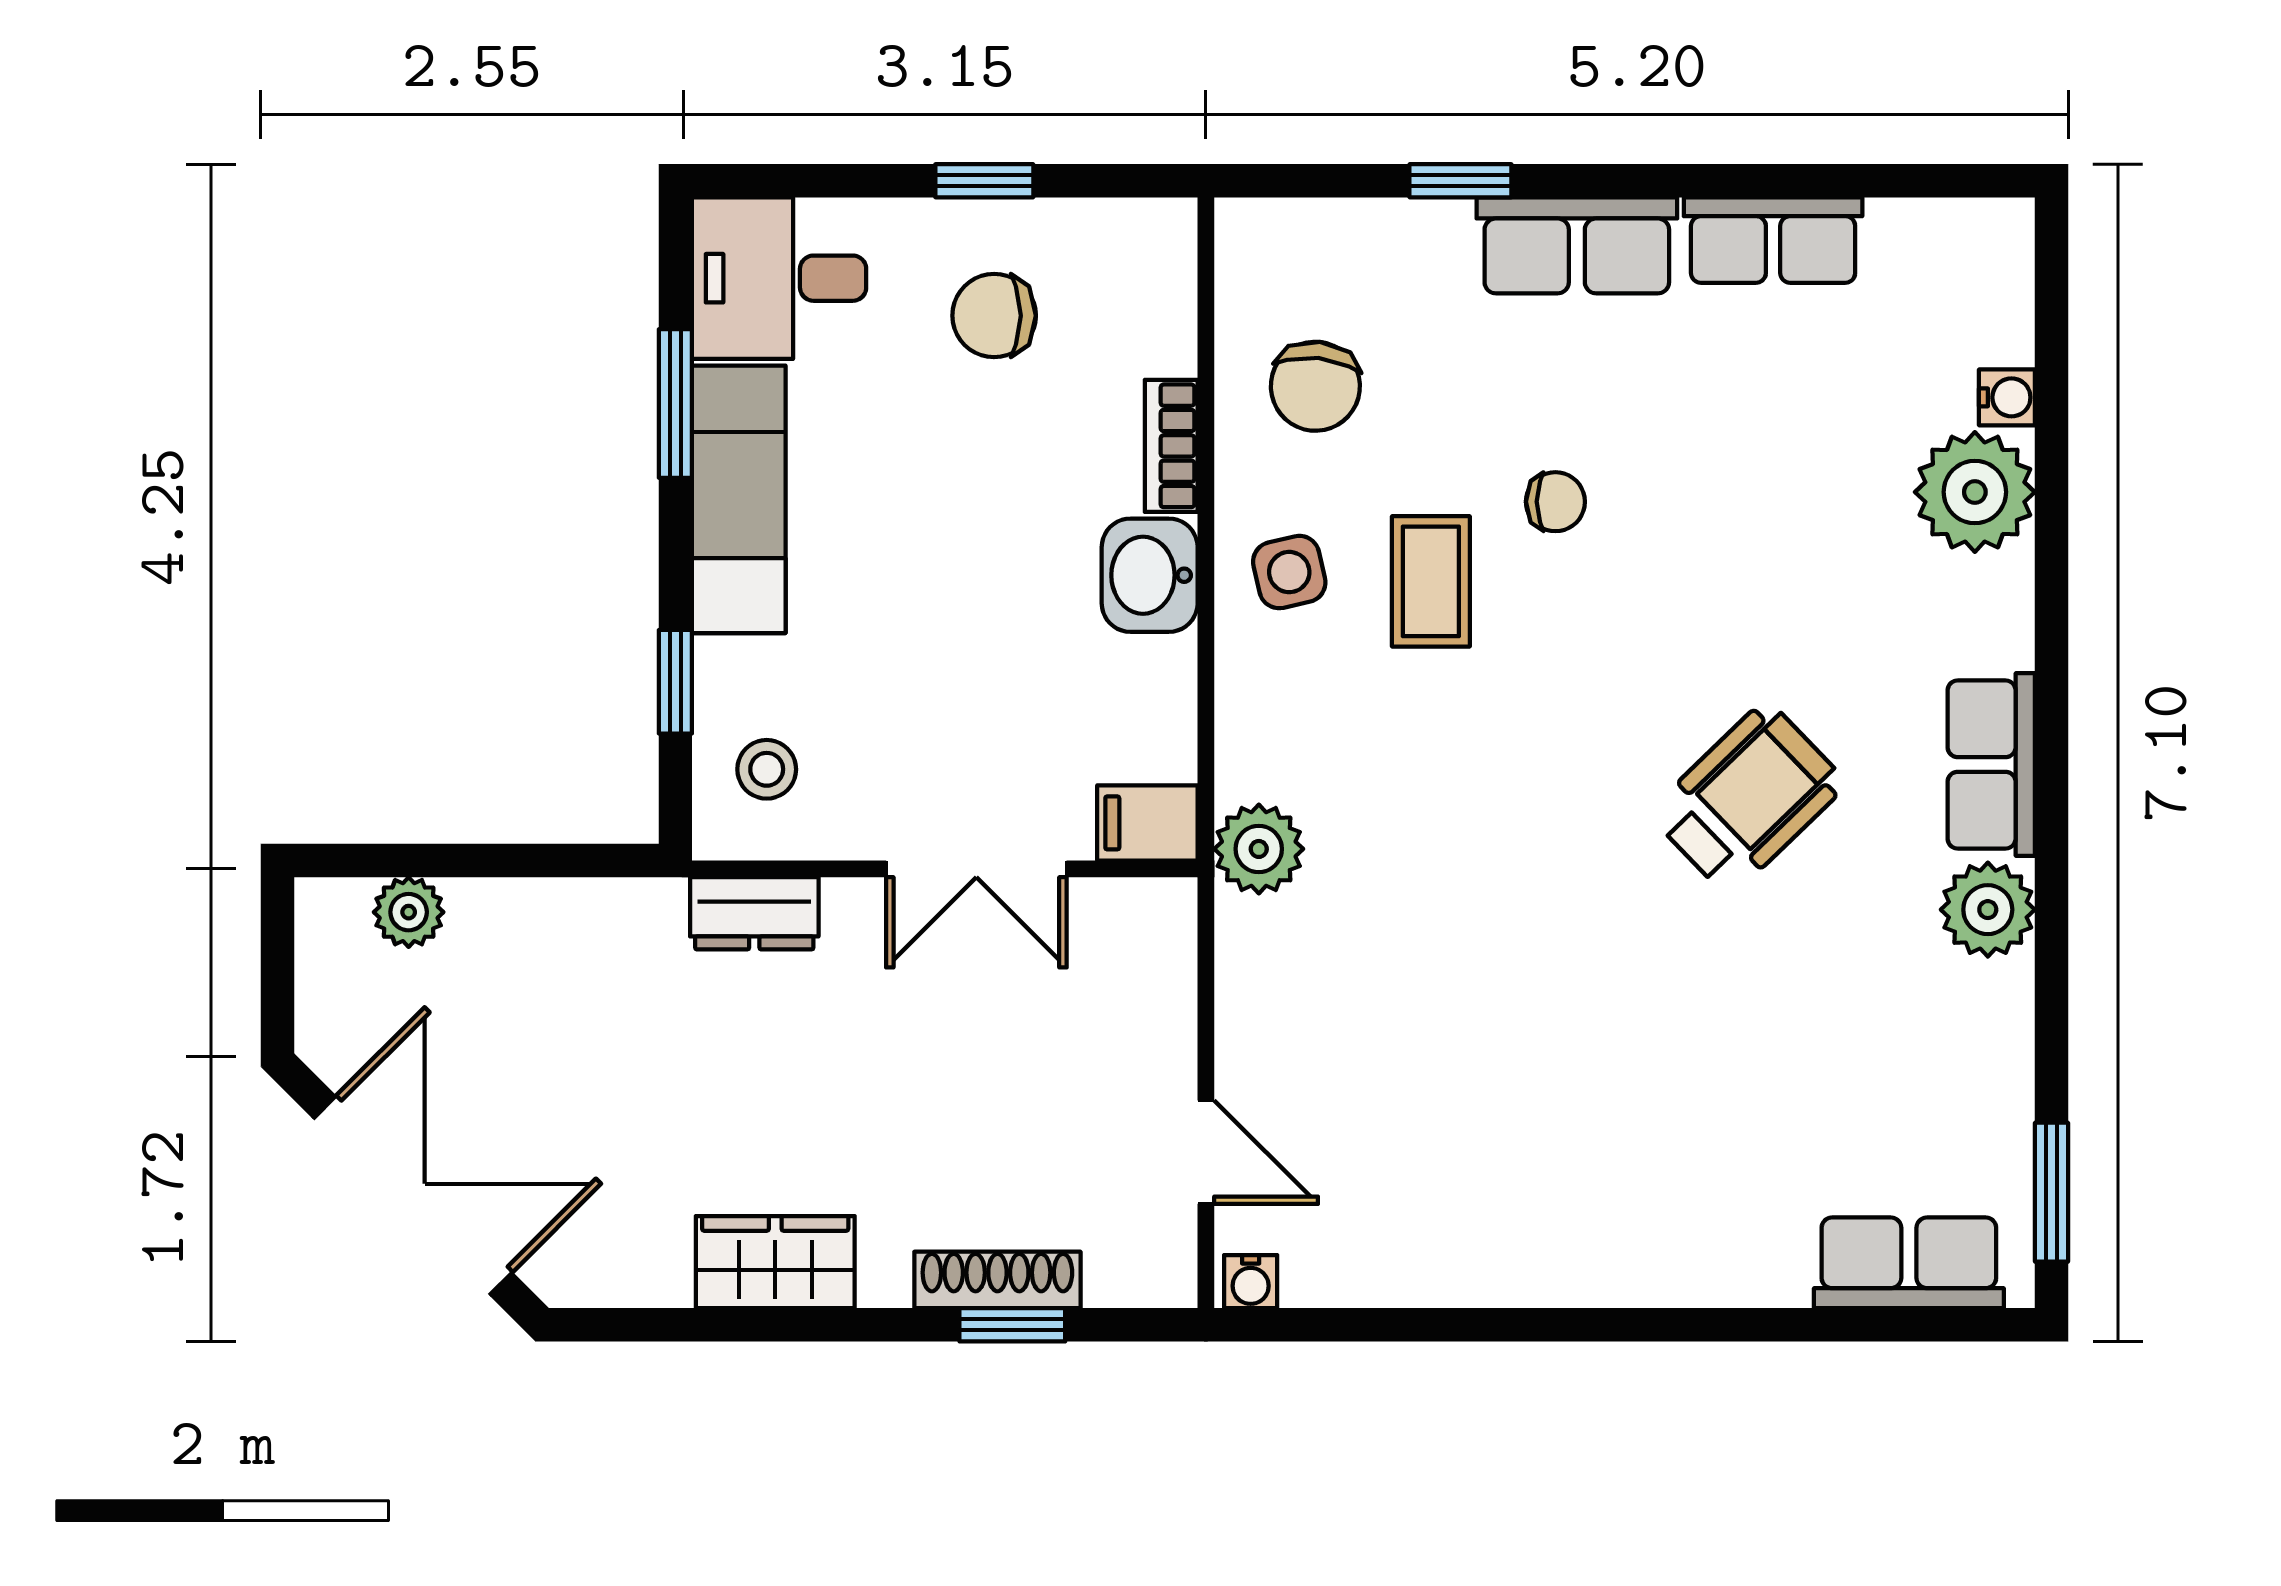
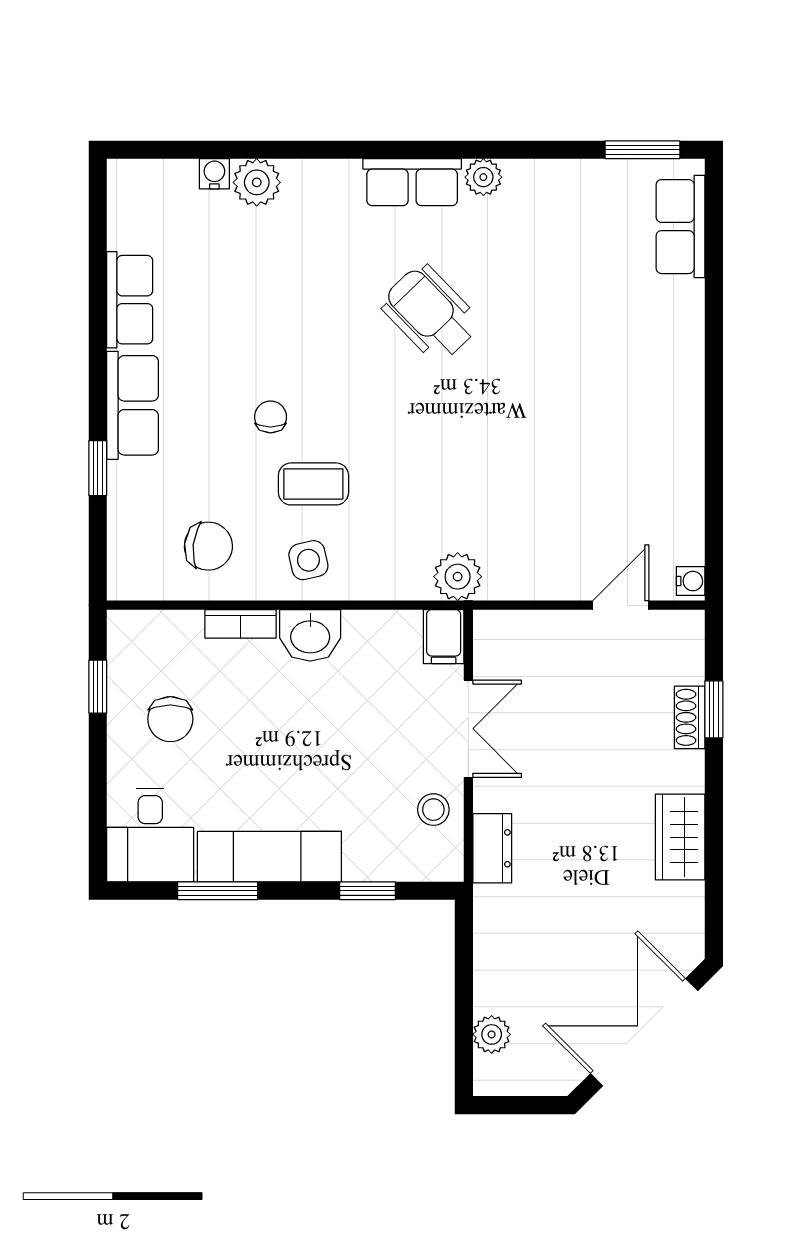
window: (984, 181) -> (98, 687), moved
plant: (1975, 492) -> (257, 182), width x0.73, depth x0.73
stool: (767, 769) -> (433, 810), moved
plant: (1988, 910) -> (483, 177), width x0.73, depth x0.73
shoe rack: (997, 1280) -> (690, 717), width x0.70

